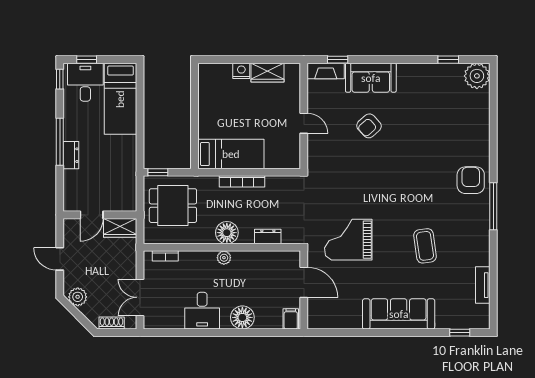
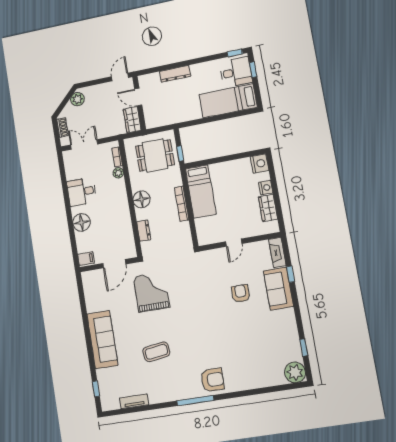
window: (338, 60) -> (290, 274), moved
nightstand: (209, 73) -> (260, 164), added
armchair: (369, 126) -> (241, 293), turned 42
window: (60, 142) -> (188, 63), removed
dresser: (71, 155) -> (175, 74), width x1.44
window: (158, 172) -> (180, 154), moved
dining table: (173, 206) -> (155, 155), turned 90
plant: (224, 258) -> (118, 173), moved
door: (60, 259) -> (120, 77), moved

